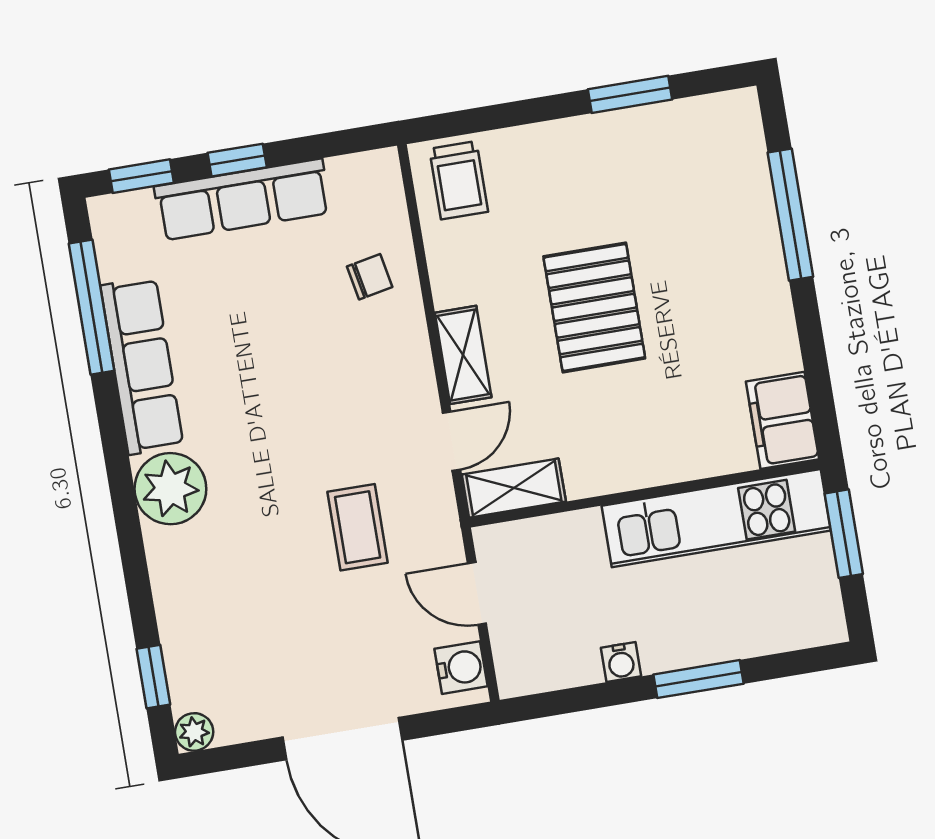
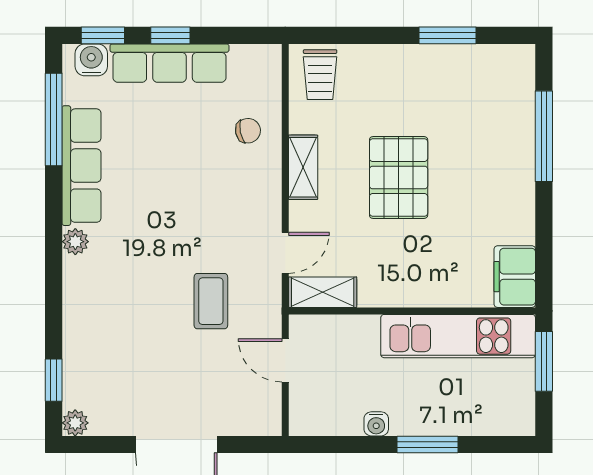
shelving: (463, 355) -> (303, 167), moved
plant: (170, 489) -> (75, 242), width x0.53, depth x0.53
water cooler: (461, 668) -> (91, 60), moved, turned -90

